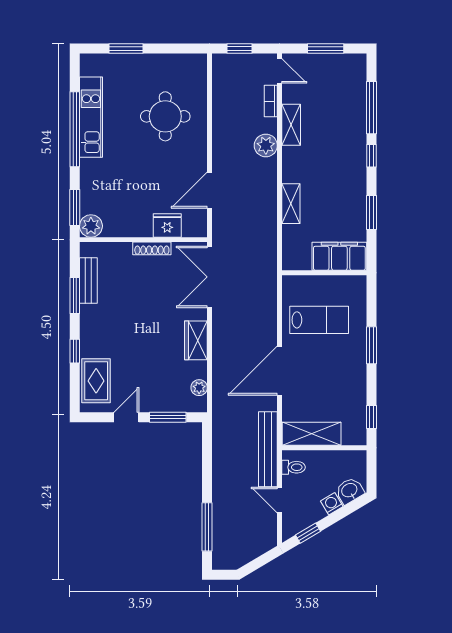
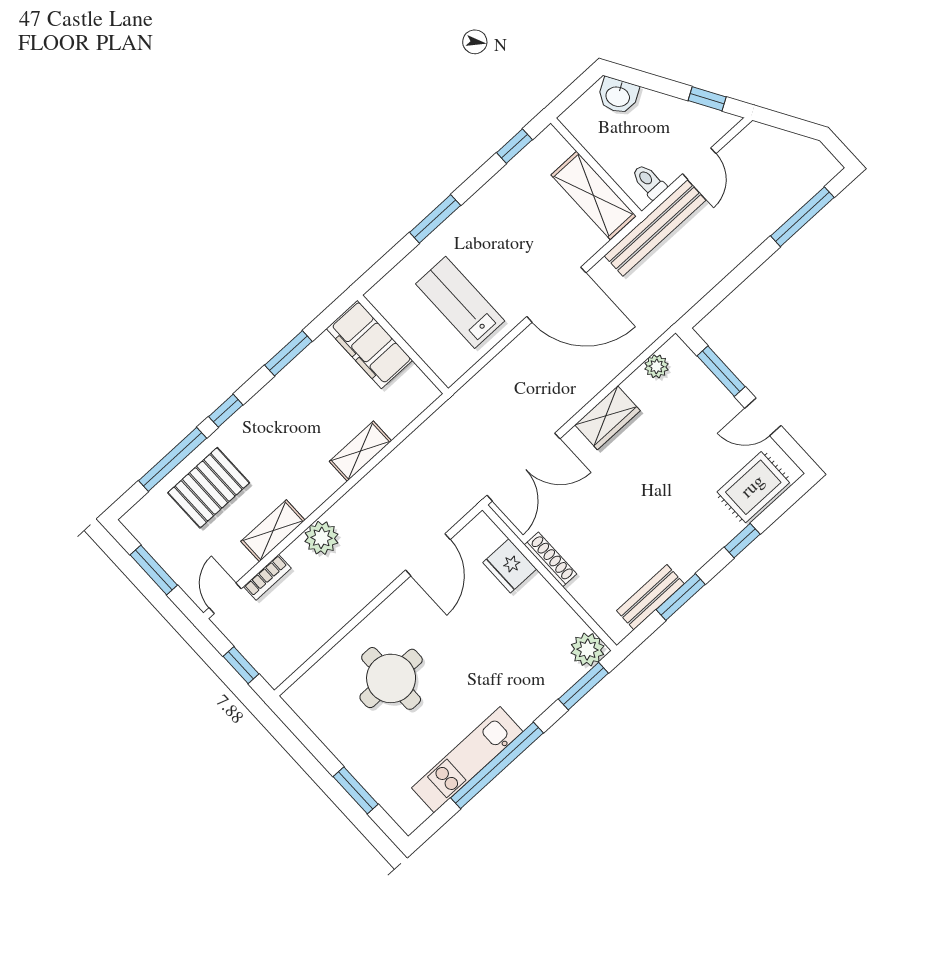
pallet: (341, 113) -> (209, 488), added
door: (210, 190) -> (428, 555), hinge flipped
washing machine: (332, 504) -> (651, 102), removed

